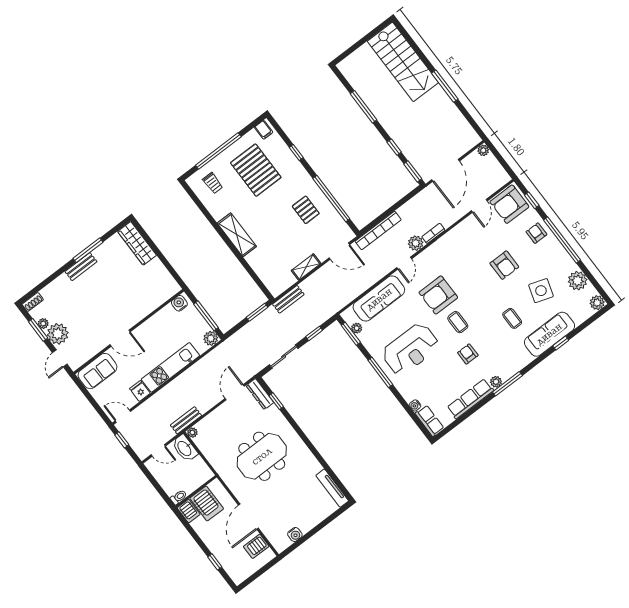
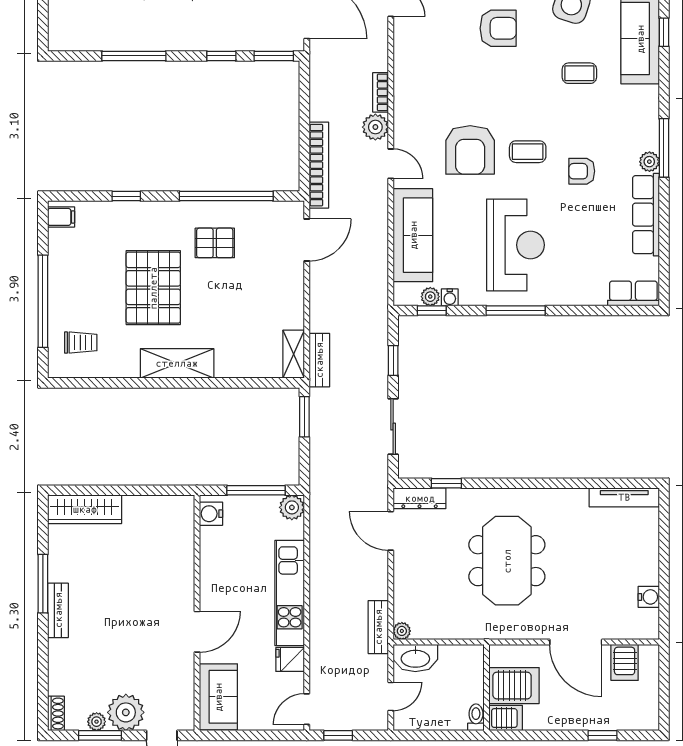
pallet: (256, 170) -> (153, 288), moved, turned 90
shelving: (306, 267) -> (294, 354), moved
window: (351, 334) -> (432, 310), width x0.67
water cooler: (415, 405) -> (450, 297), moved

